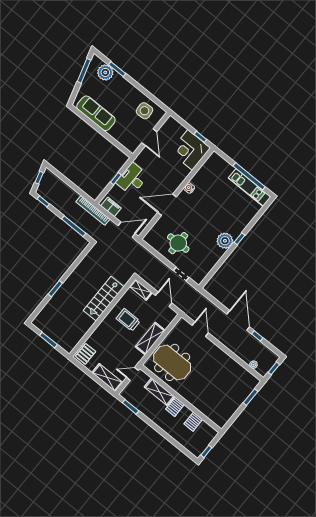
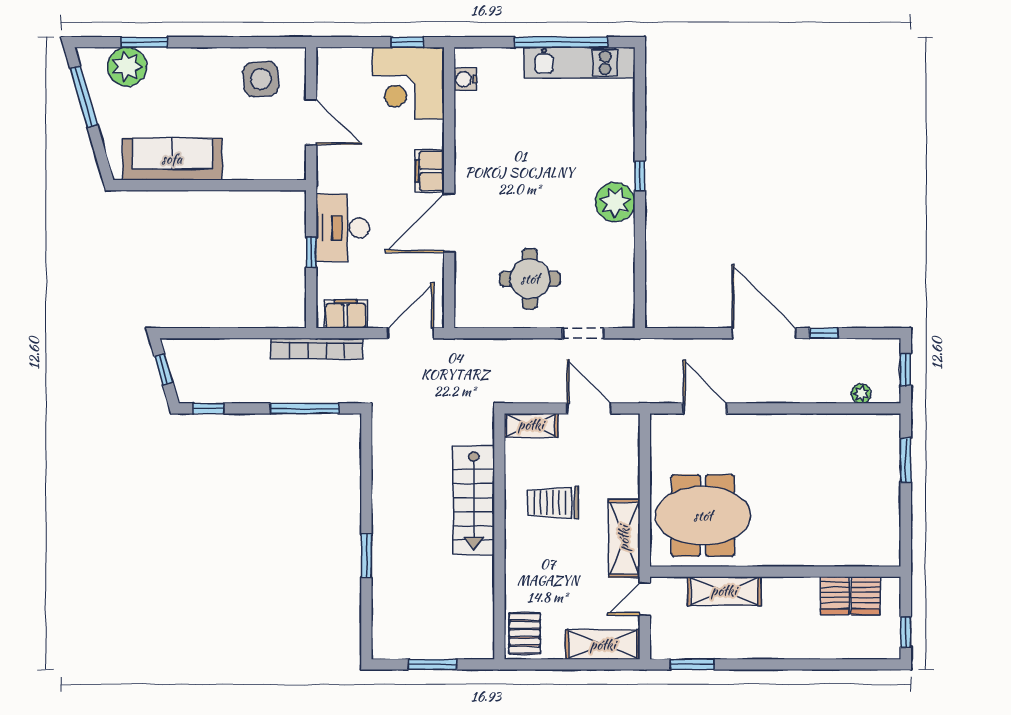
filing cabinet: (174, 183) -> (430, 171), added
water cooler: (189, 188) -> (465, 79), moved
shelving: (150, 339) -> (624, 538), moved
server rack: (175, 407) -> (865, 596), moved

